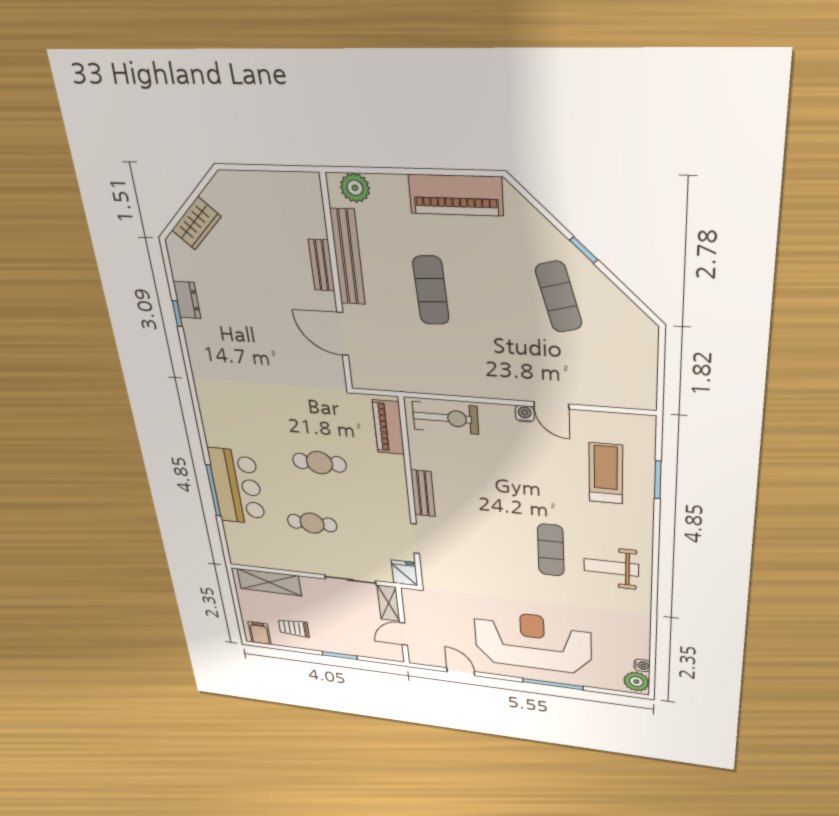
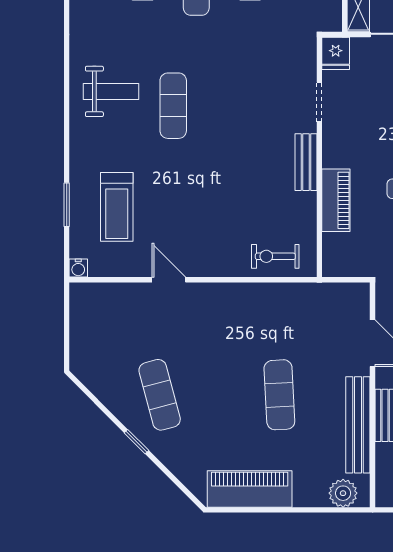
water cooler: (525, 414) -> (78, 268), moved
exercise bike: (445, 418) -> (275, 256), width x0.73, depth x0.72
piano: (388, 427) -> (336, 200), moved

